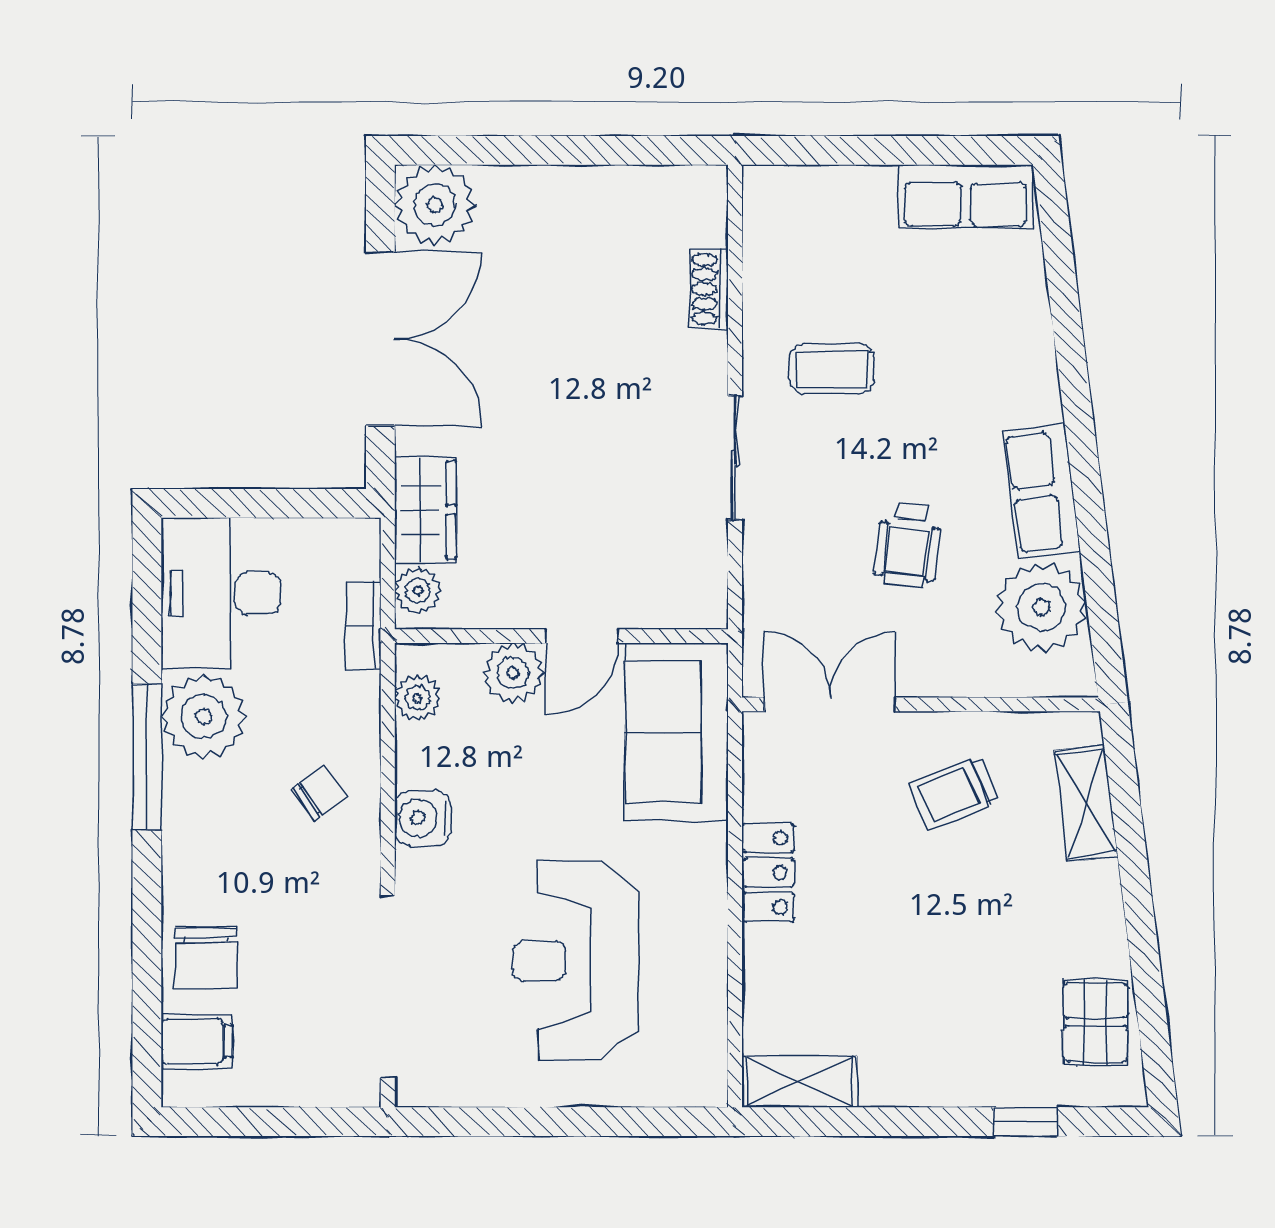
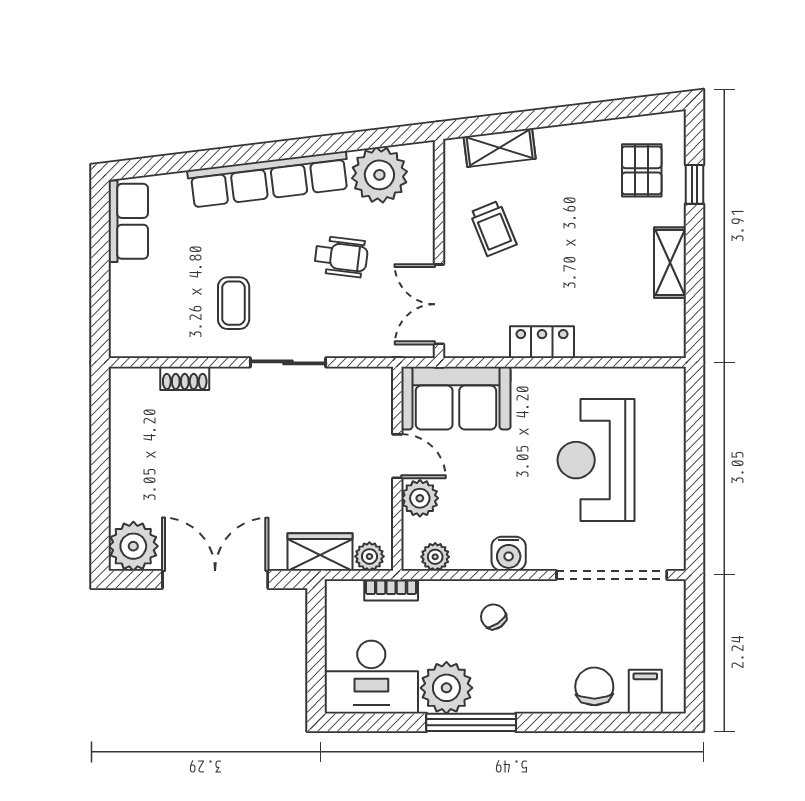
row of seats: (1042, 491) -> (269, 179), width x2.02
chair: (206, 958) -> (594, 686), turned -91
reception desk: (575, 961) -> (596, 460), turned 90
pallet: (1095, 1022) -> (642, 170), moved, turned 90
shelving: (799, 1082) -> (670, 263), moved

